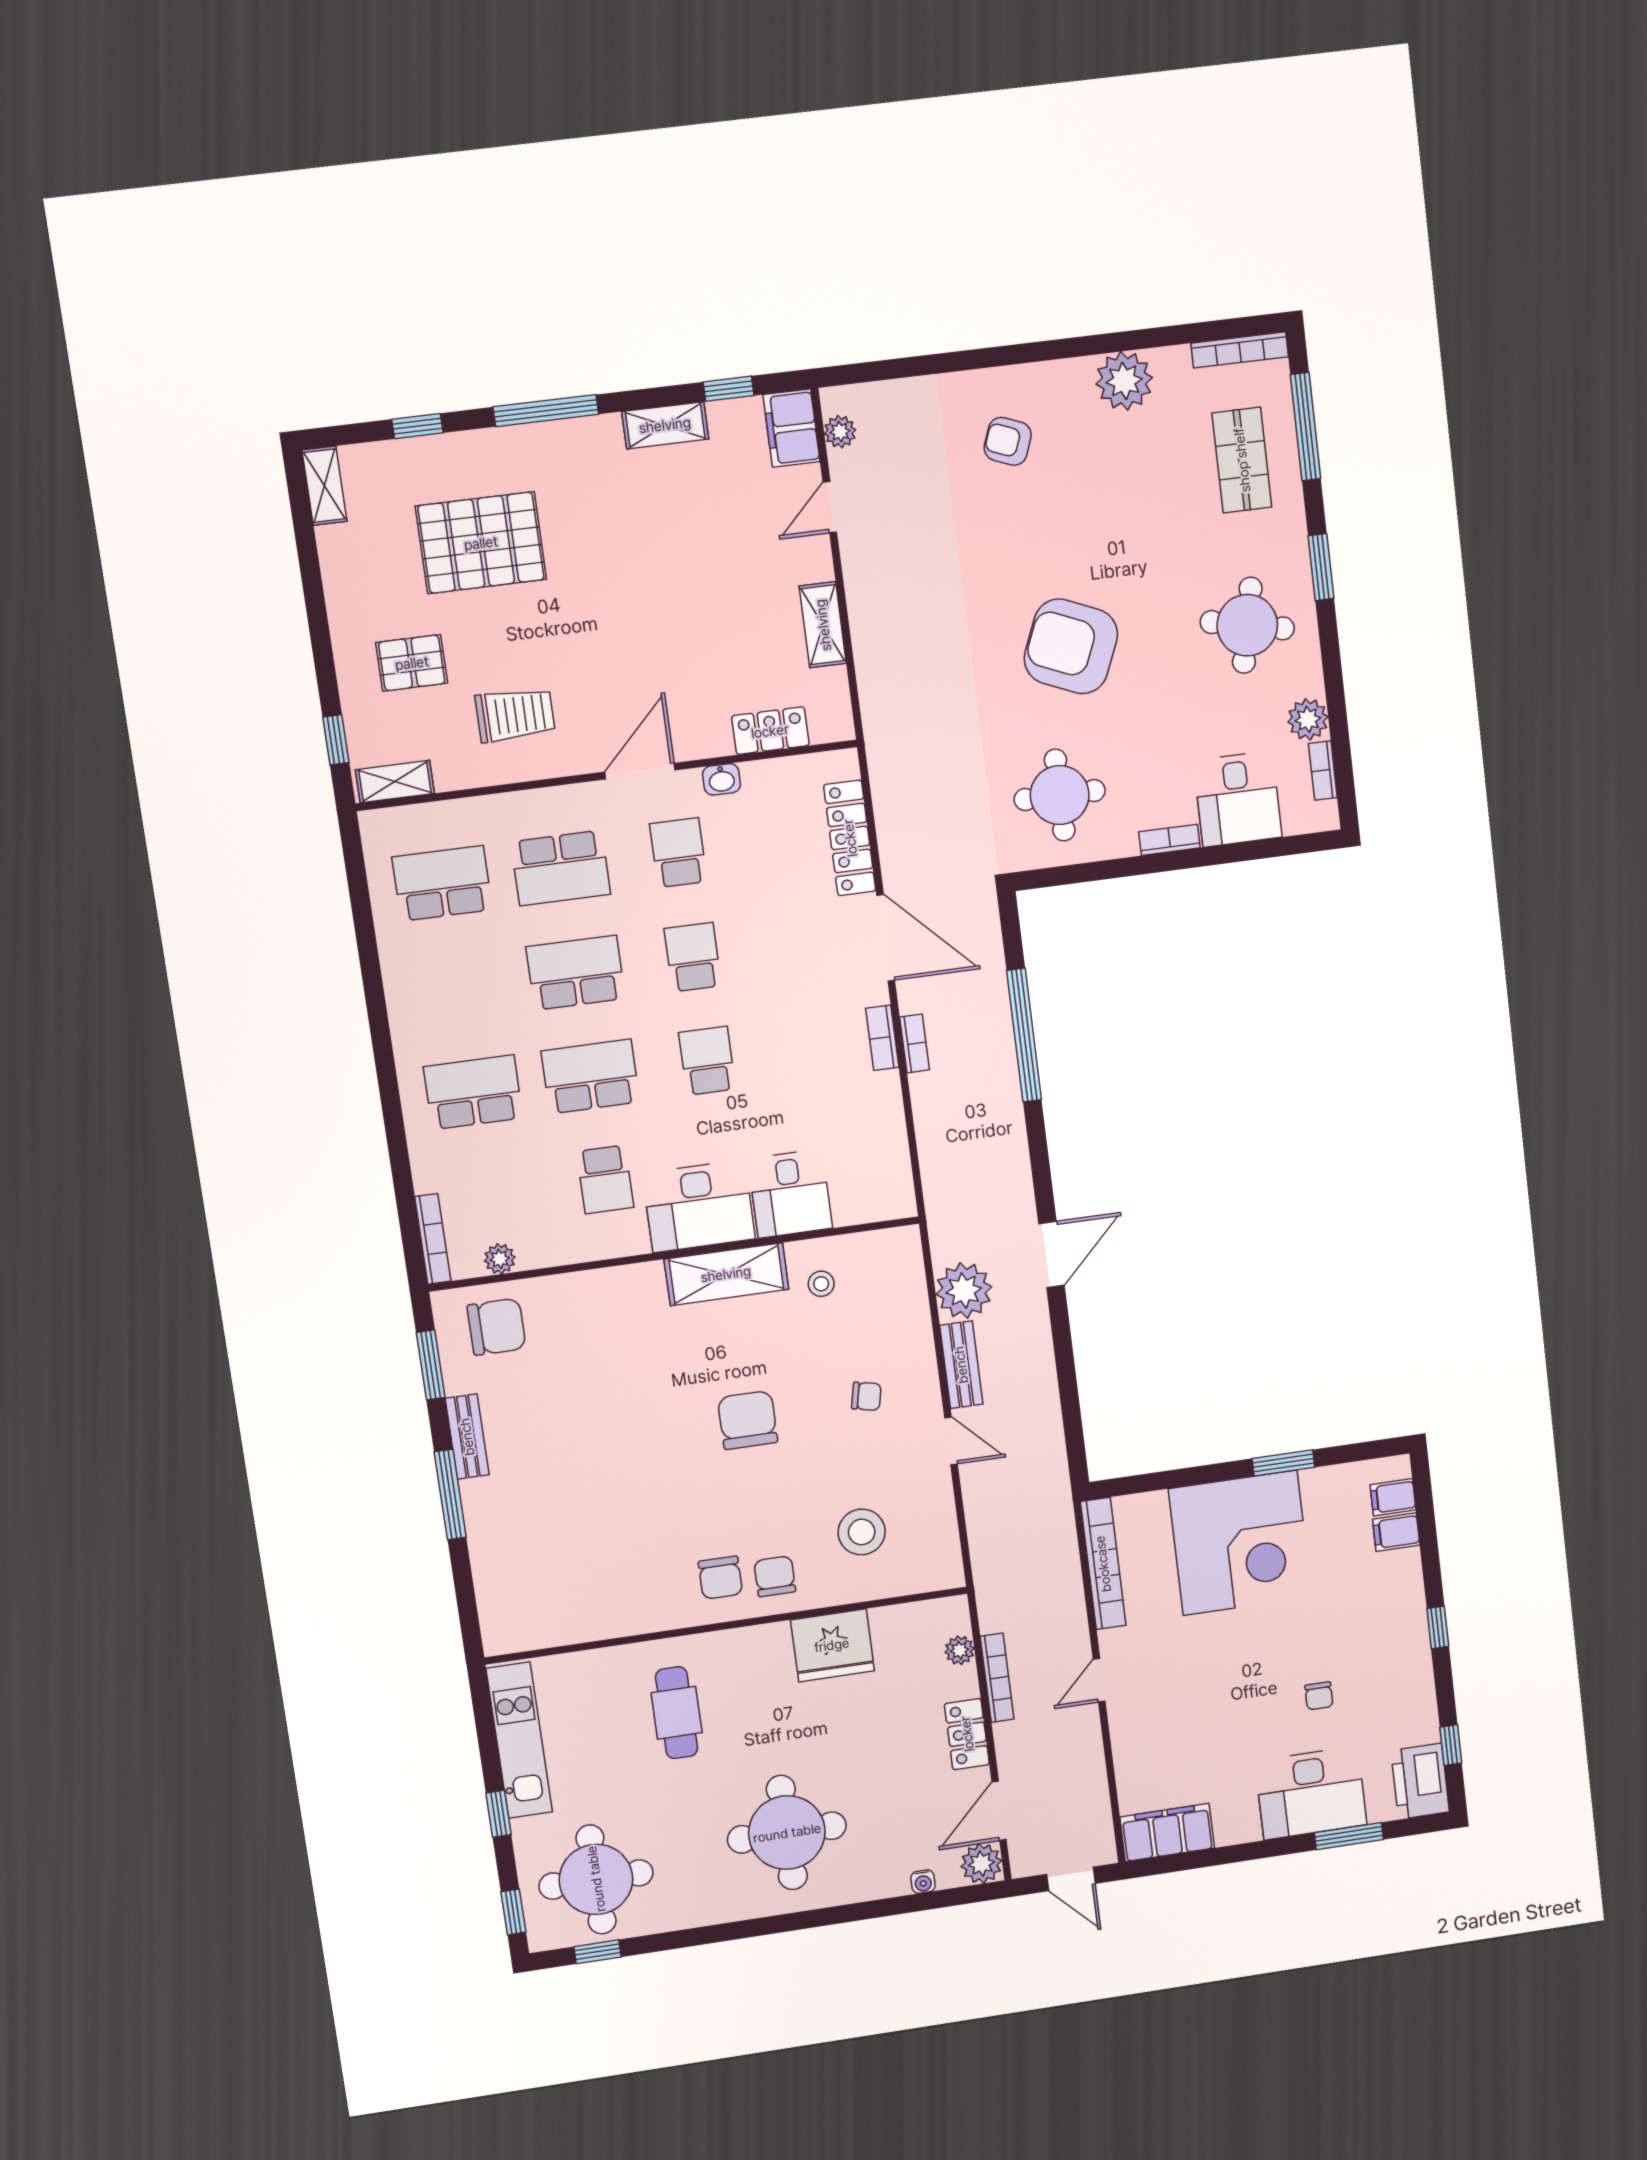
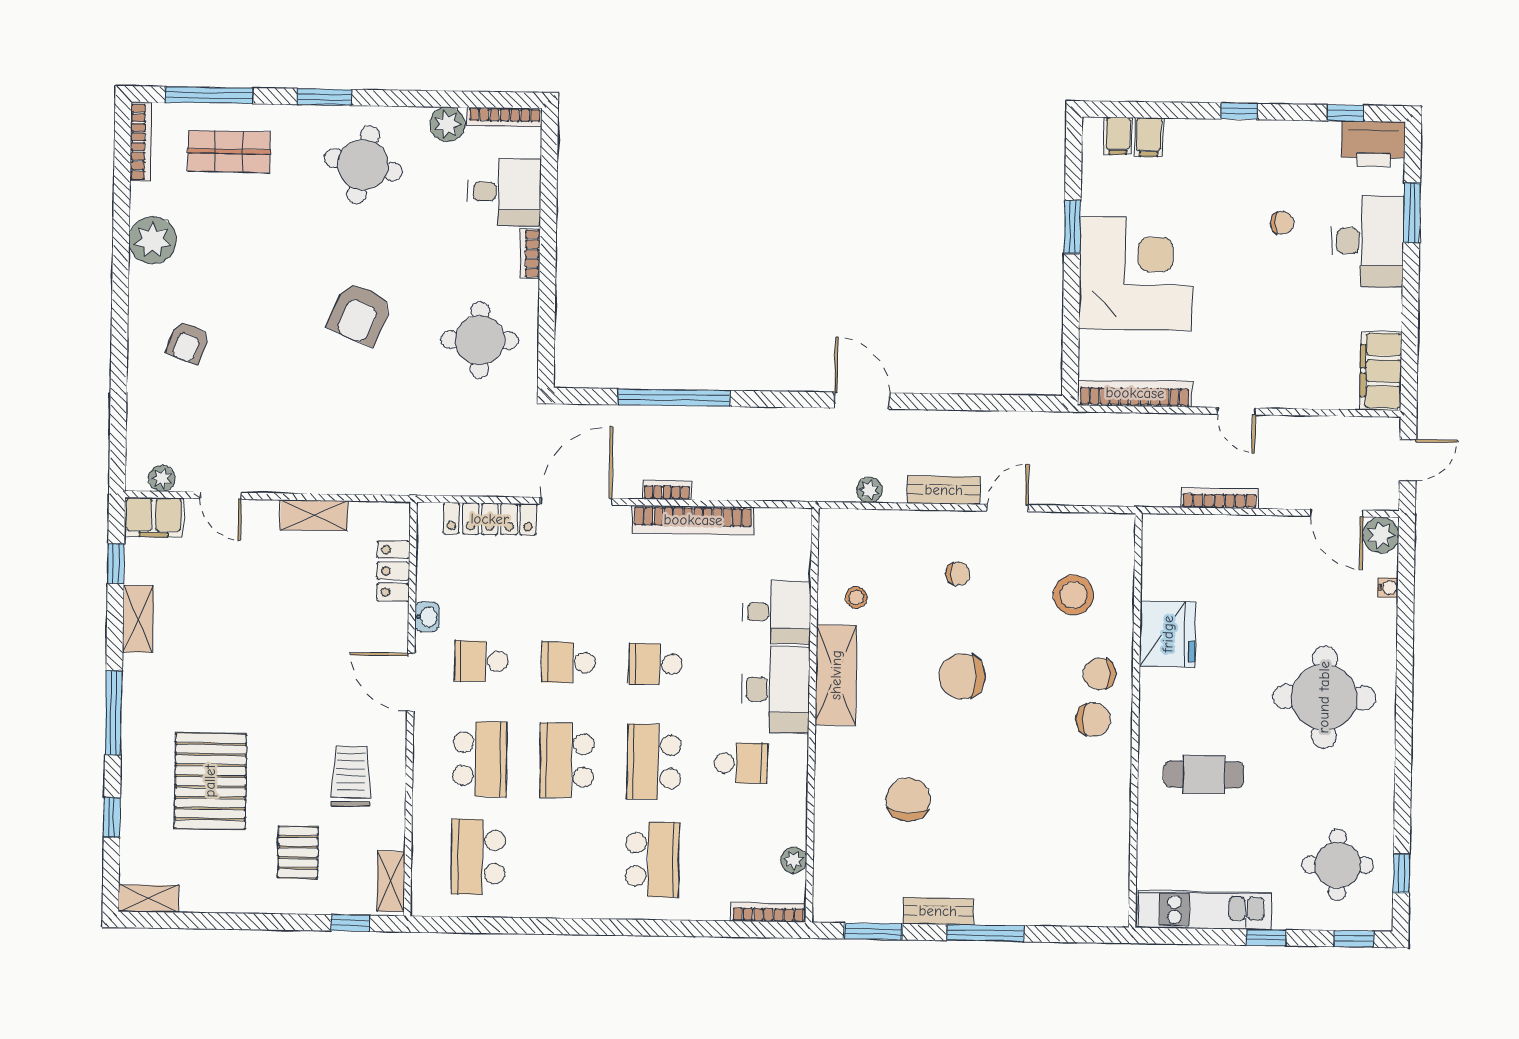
armchair: (1071, 646) -> (360, 314), width x0.73, depth x0.73
bookcase: (1323, 771) -> (505, 117), width x1.56
bookcase: (882, 1038) -> (693, 520), width x2.31, depth x1.31
school desk: (473, 1092) -> (652, 860), turned 180
plant: (964, 1291) -> (869, 490), width x0.53, depth x0.53
chair: (497, 1327) -> (908, 799), moved
chair: (866, 1396) -> (958, 574), turned 78
plant: (960, 1650) -> (1190, 527), removed
locker: (967, 1734) -> (1264, 531), removed
round table: (596, 1879) -> (1338, 865), width x0.73, depth x0.73

